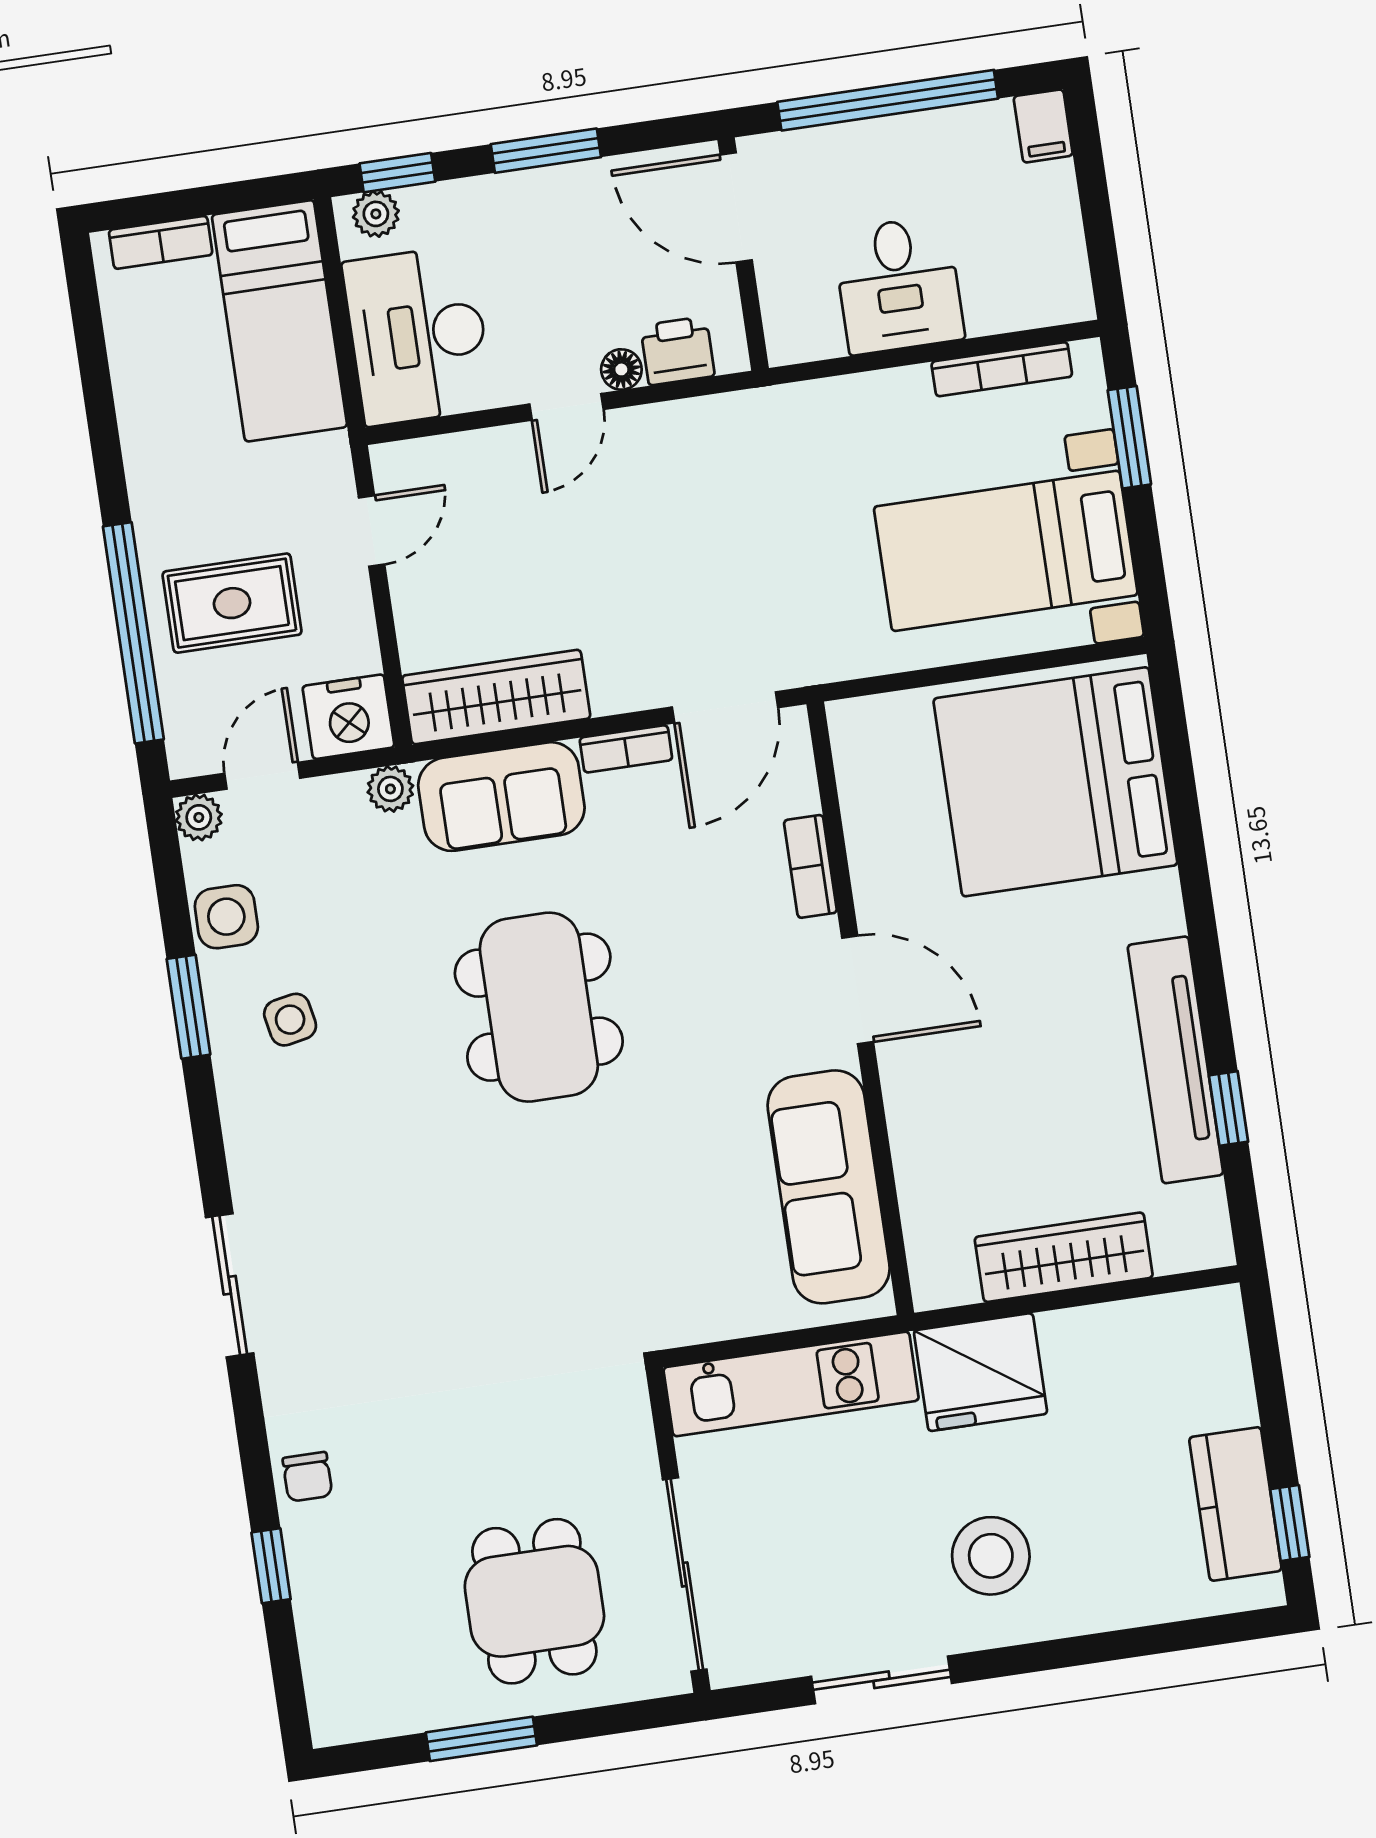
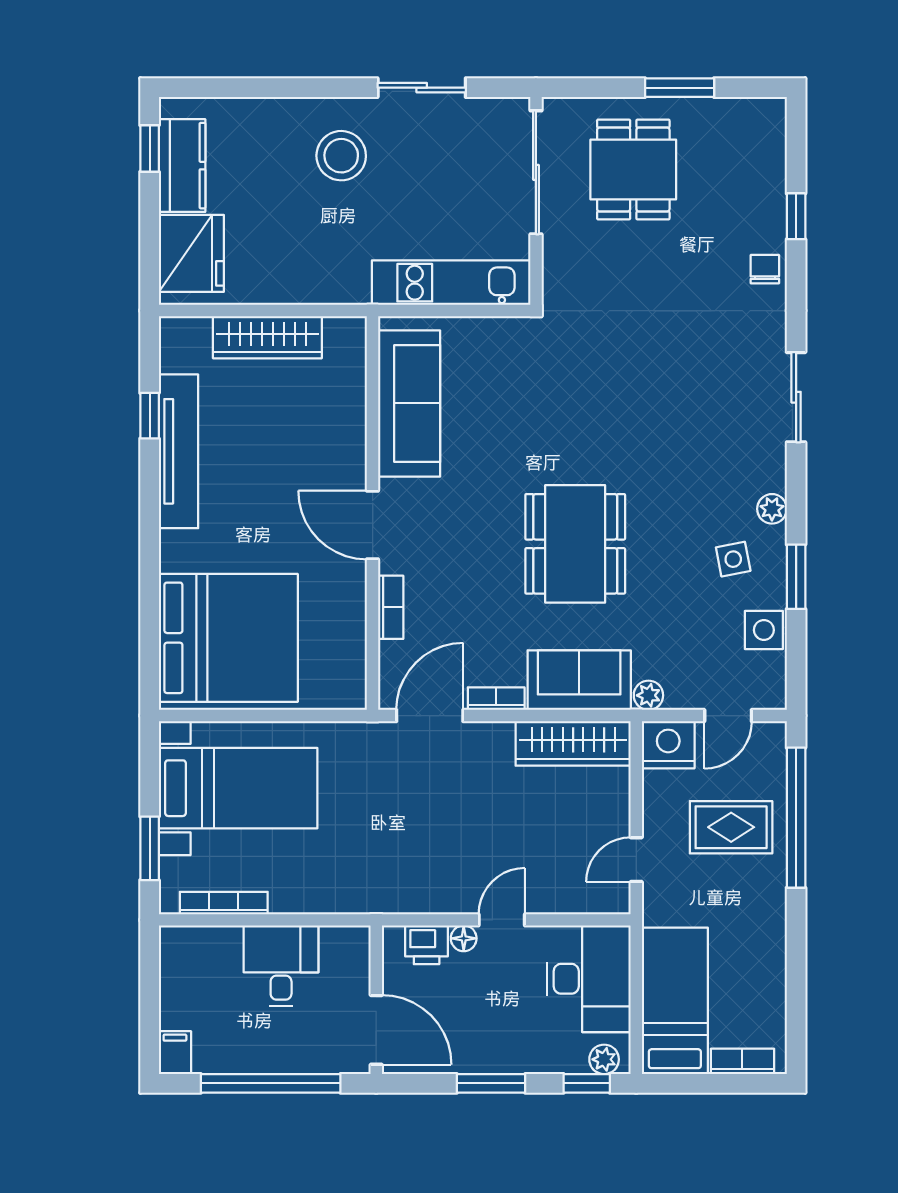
plant: (199, 817) -> (772, 509), moved
fridge: (981, 1372) -> (191, 253), moved, turned 90

